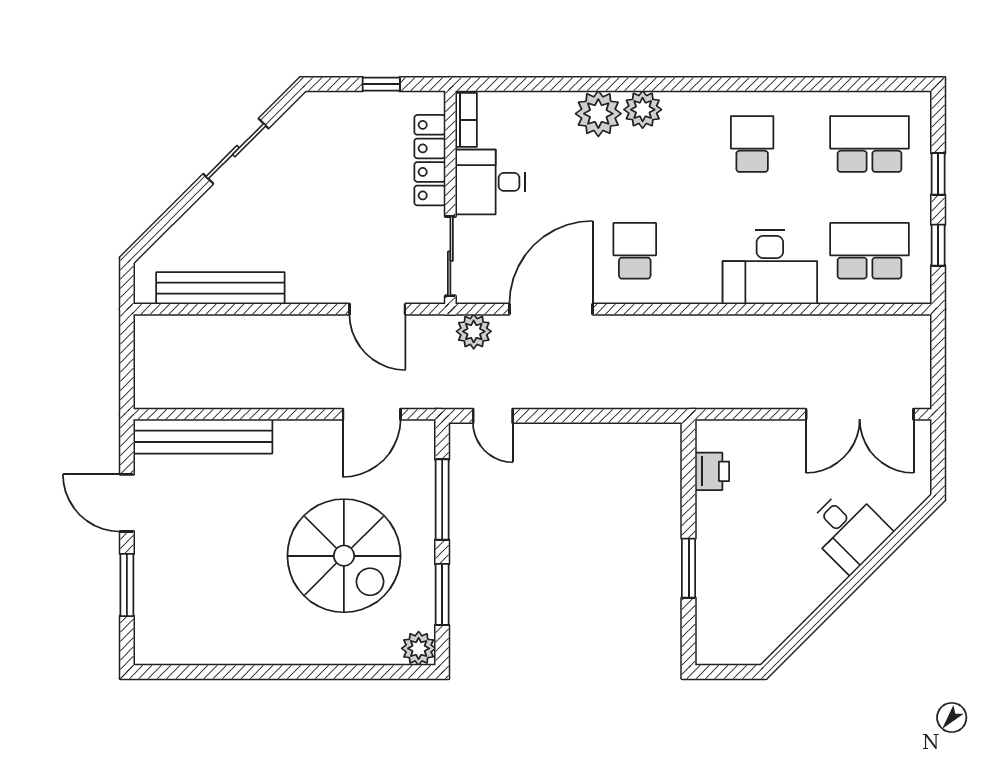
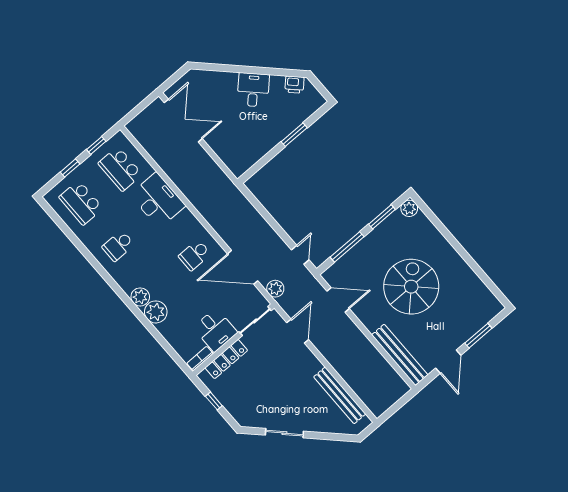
printer: (712, 471) -> (294, 85), moved, turned -135
desk: (848, 530) -> (253, 90), moved
spiral stairs: (344, 556) -> (411, 287), moved

